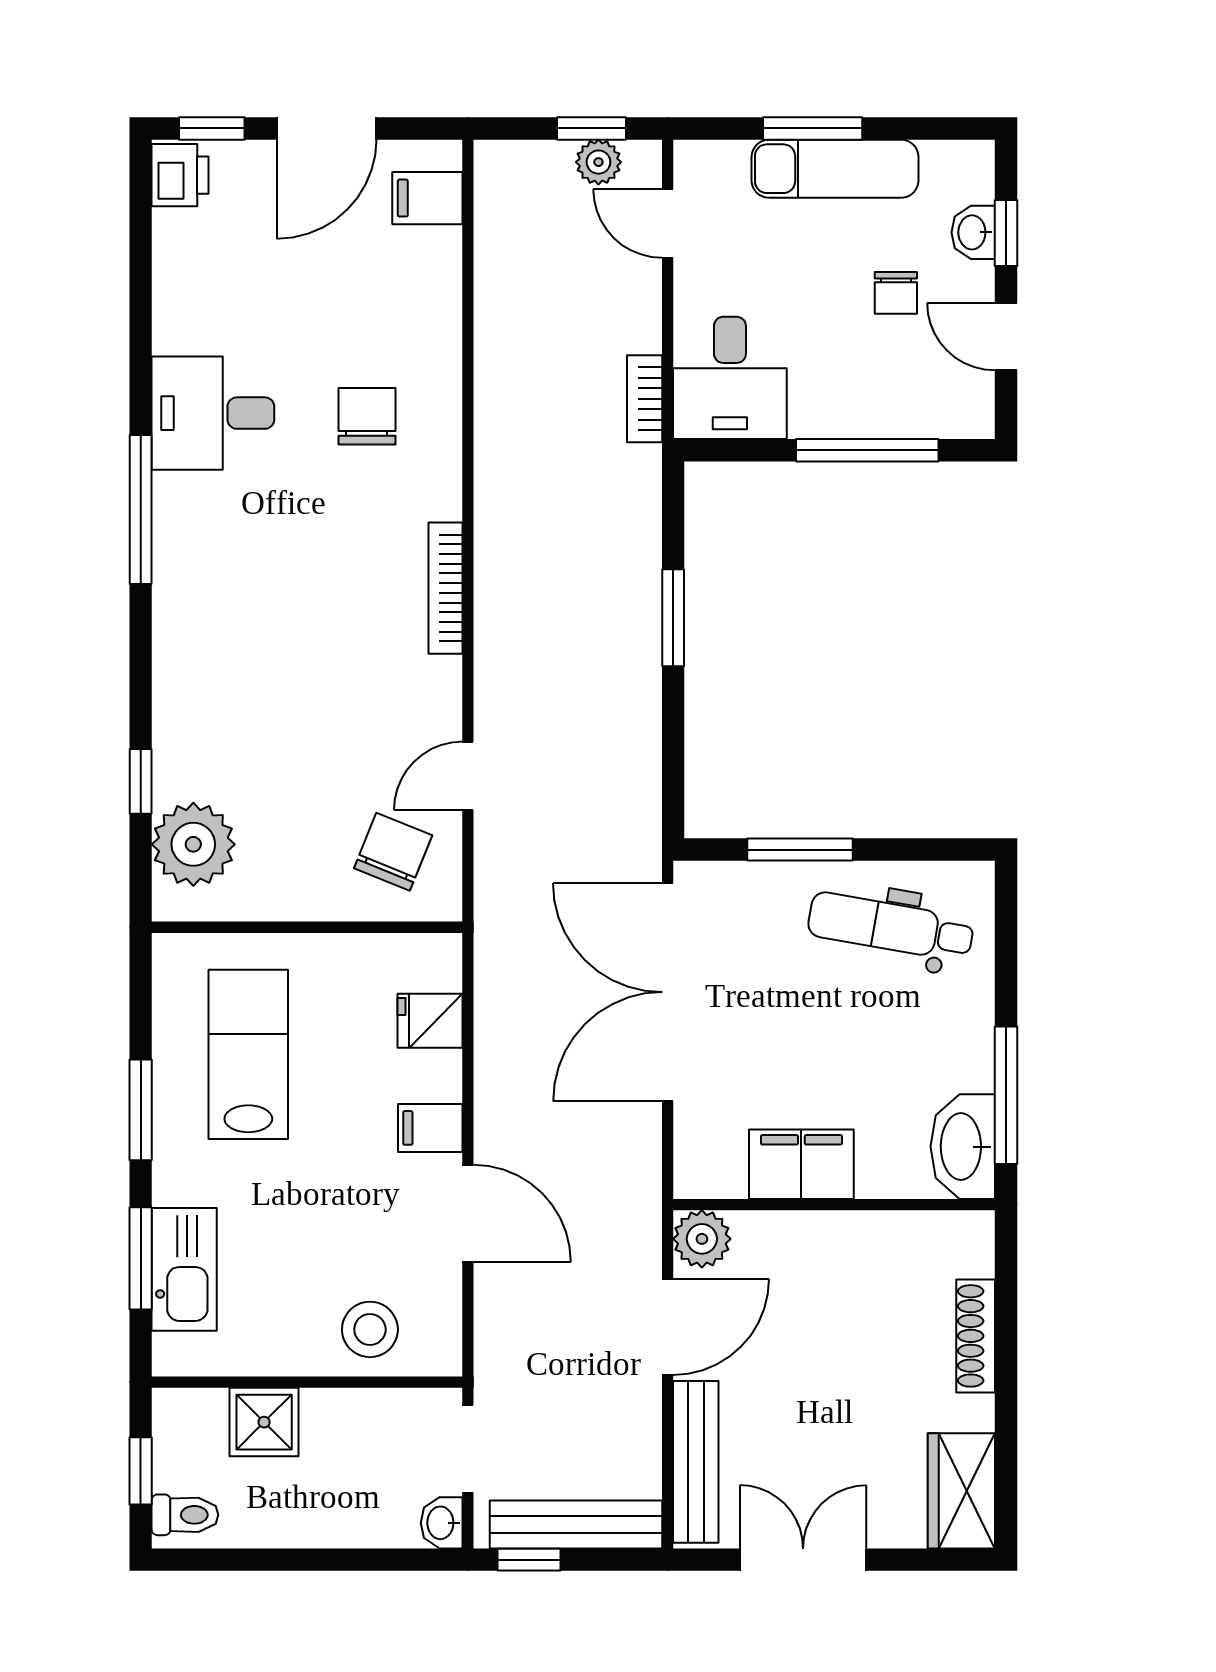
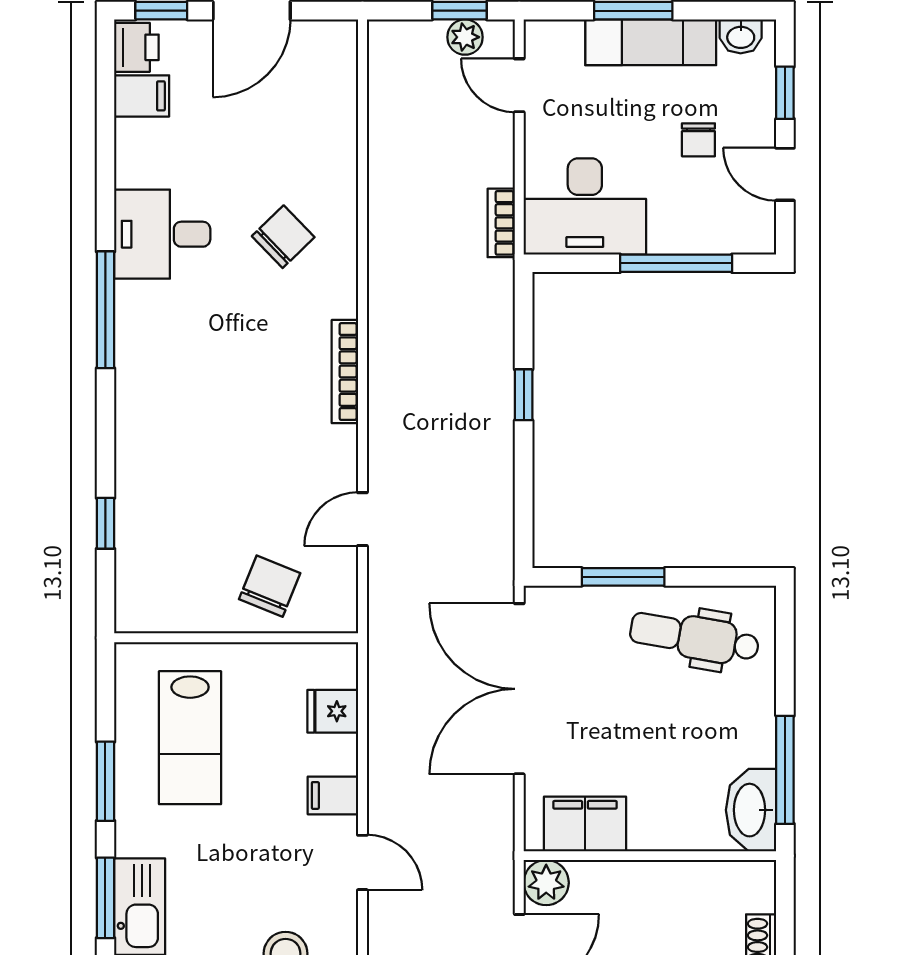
filing cabinet: (427, 198) -> (142, 96), moved, turned 180
washbasin: (973, 232) -> (741, 36), moved, turned -90
desk: (730, 378) -> (585, 206), width x1.37
chair: (367, 416) -> (283, 237), turned 46
window: (673, 618) -> (524, 395), width x0.67
plant: (193, 844) -> (147, 573), removed
chair: (393, 852) -> (270, 586), moved
lab bench: (248, 1054) -> (190, 738), turned 180
filing cabinet: (801, 1164) -> (585, 824), moved
door: (468, 1213) -> (362, 862), width x0.73

